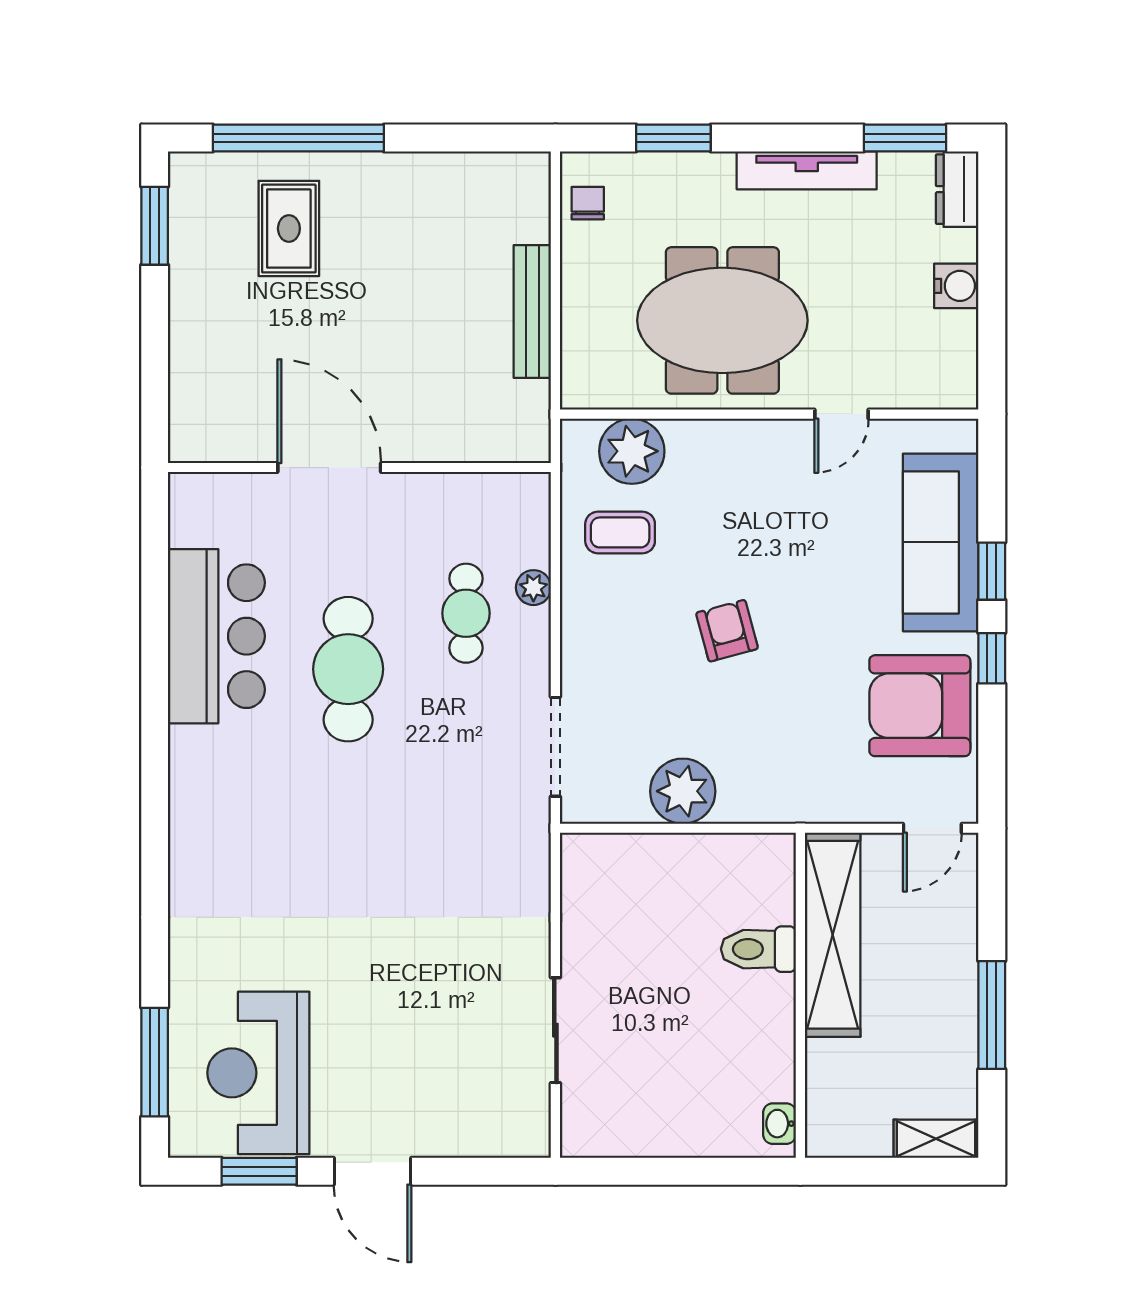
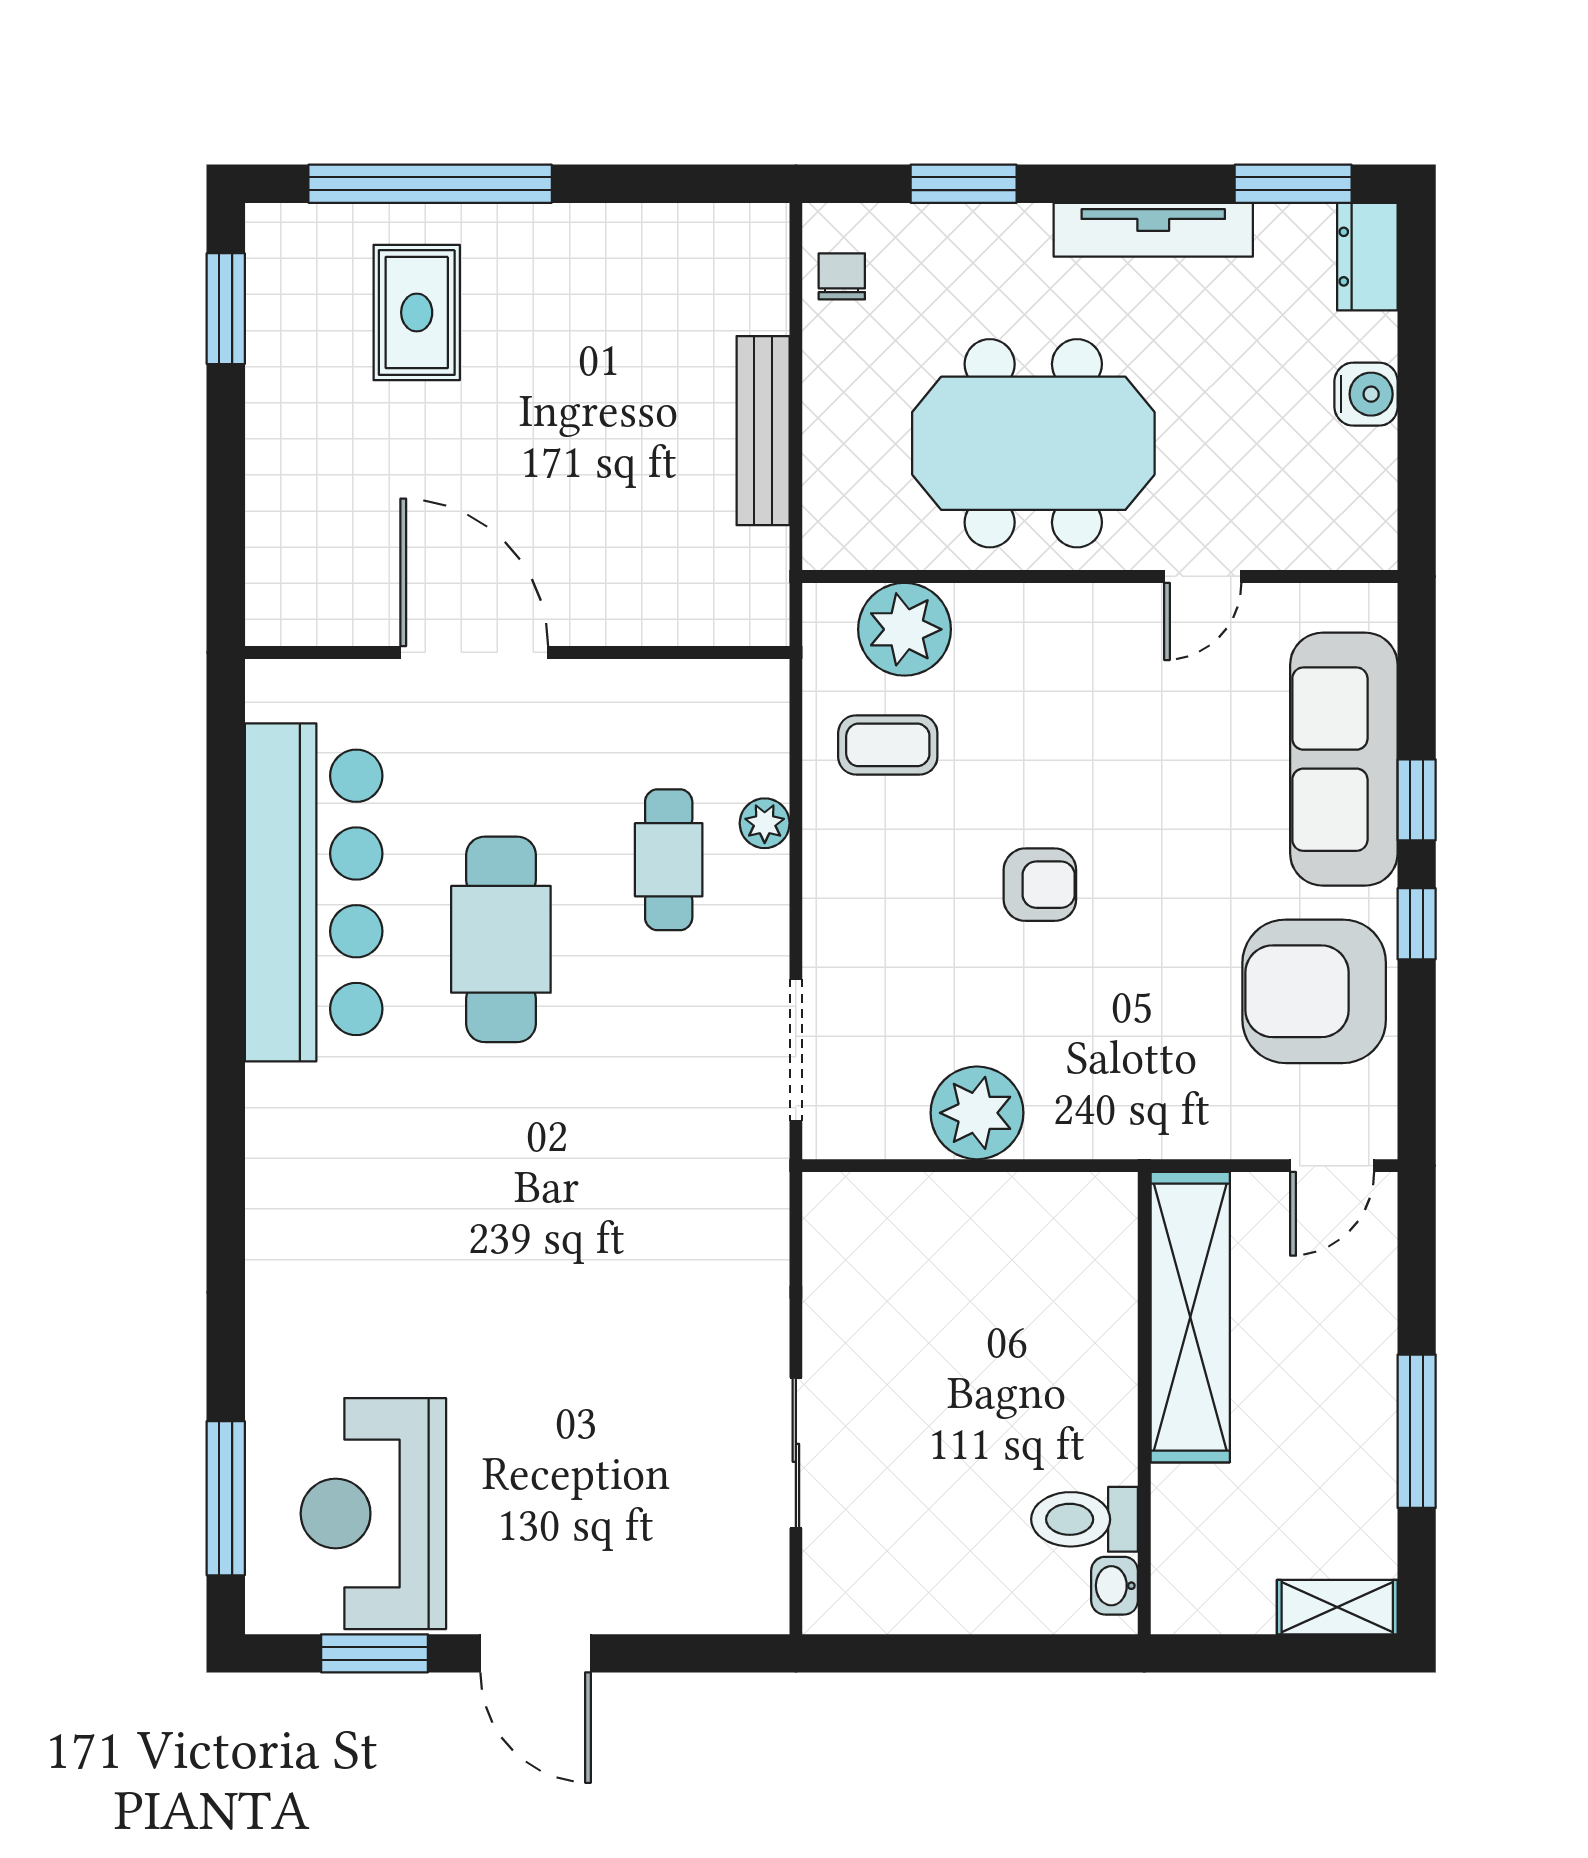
armchair: (727, 631) -> (1040, 885), turned 105
bar counter: (216, 636) -> (314, 892), width x1.36
toilet: (758, 949) -> (1085, 1519), moved

